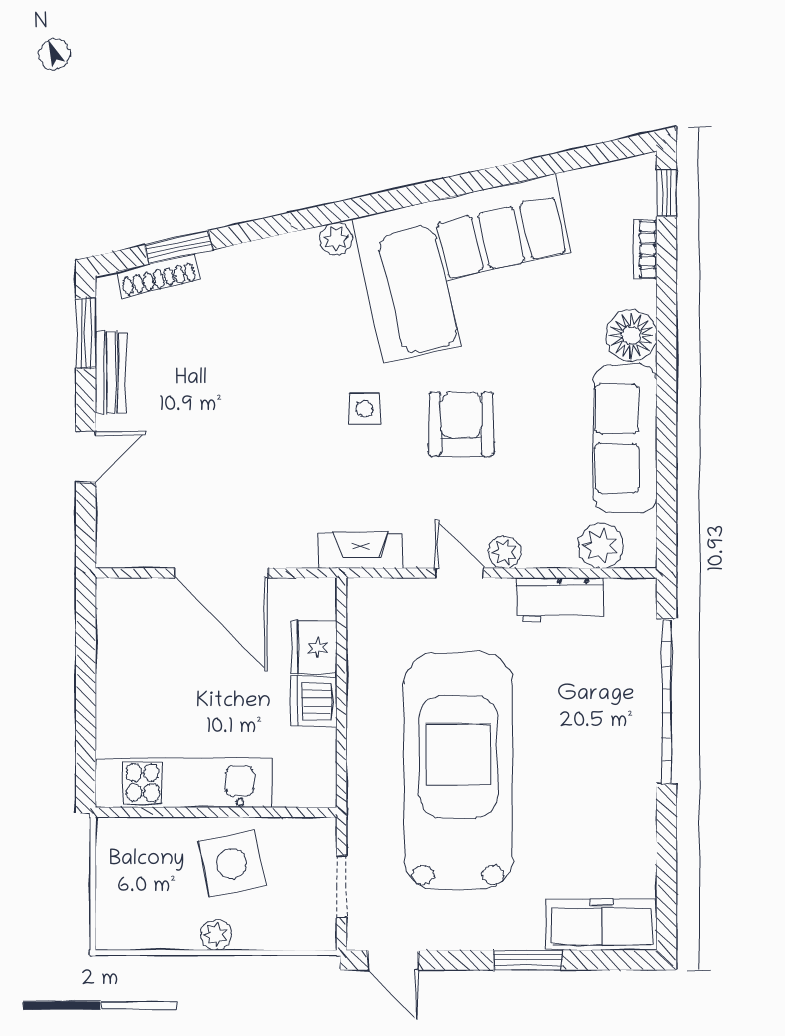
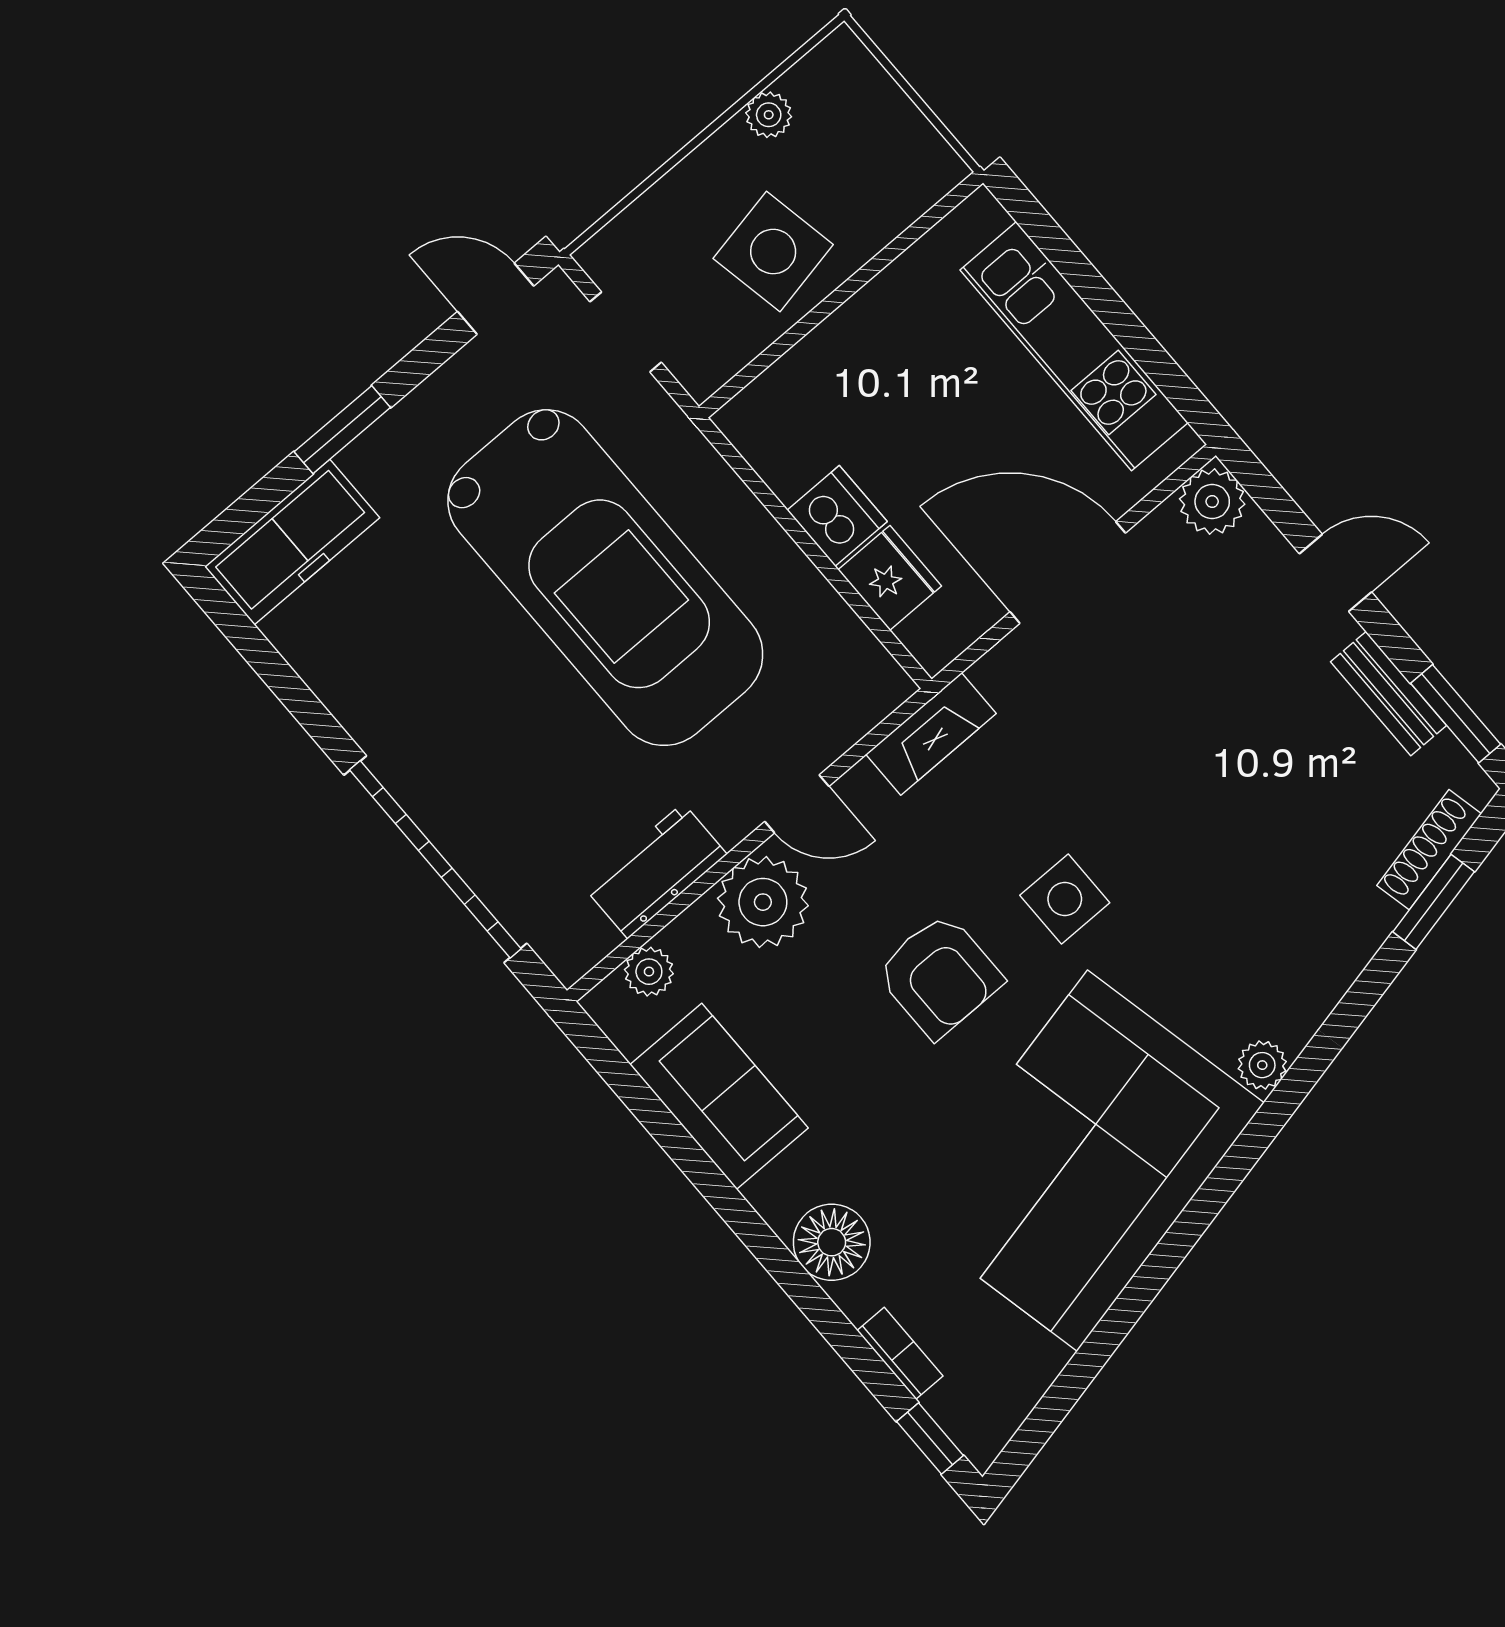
side table: (364, 409) -> (1065, 899), width x1.37, depth x1.37
sofa: (625, 439) -> (719, 1096), width x0.73
door: (86, 457) -> (1335, 573), swing flipped
plant: (117, 546) -> (1212, 502), added
plant: (601, 546) -> (649, 972), width x0.73, depth x0.73
plant: (505, 552) -> (763, 902), width x1.88, depth x1.88
kitchen unit: (183, 783) -> (1074, 346), moved, turned 90
plant: (216, 935) -> (769, 115), moved

